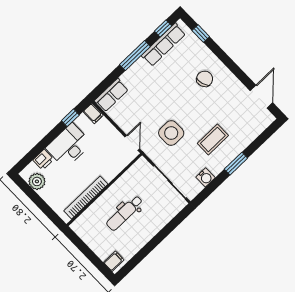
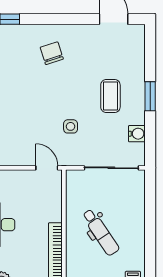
side table: (171, 133) -> (71, 126), width x0.54, depth x0.54
dental chair: (125, 213) -> (101, 232), turned -34

